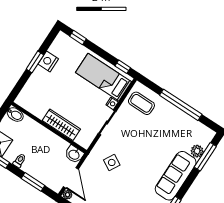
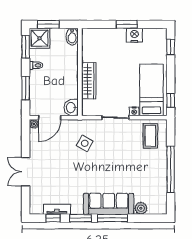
window: (205, 157) -> (112, 218), moved

